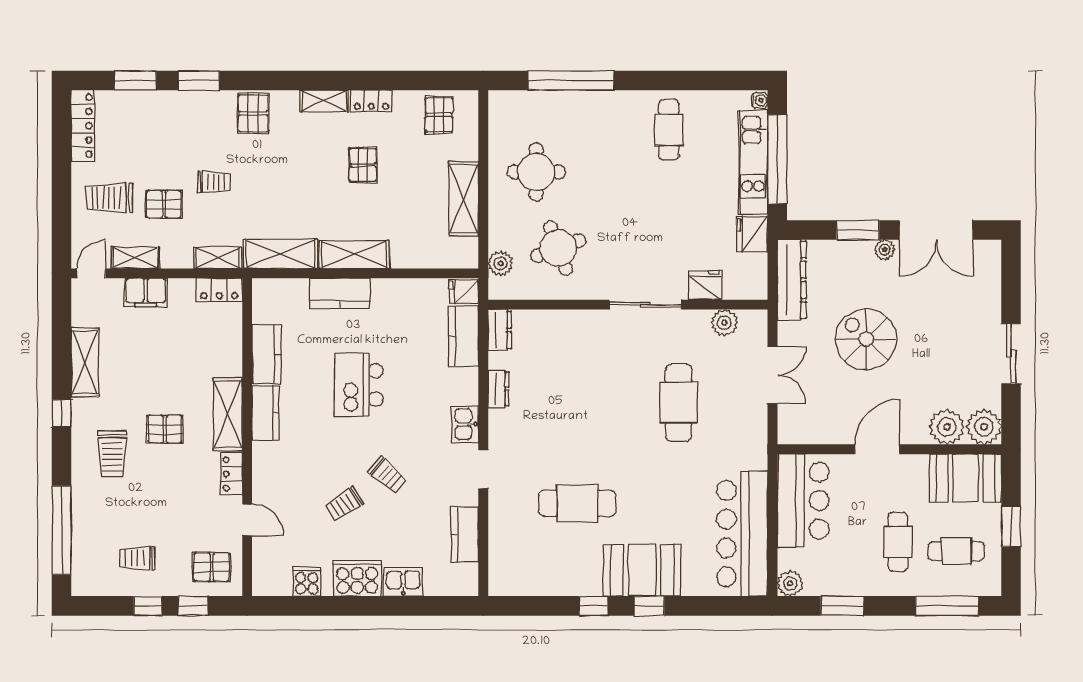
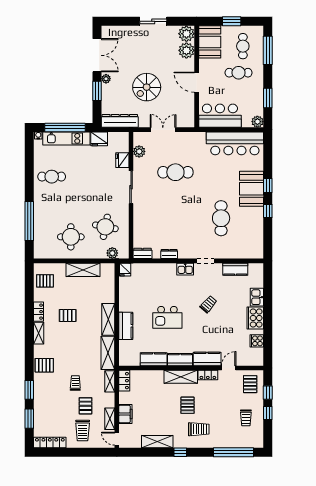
round table: (558, 248) -> (105, 227), turned 31
kitchen counter: (463, 336) -> (207, 359), moved, turned 180
trolley: (345, 504) -> (221, 324), removed

